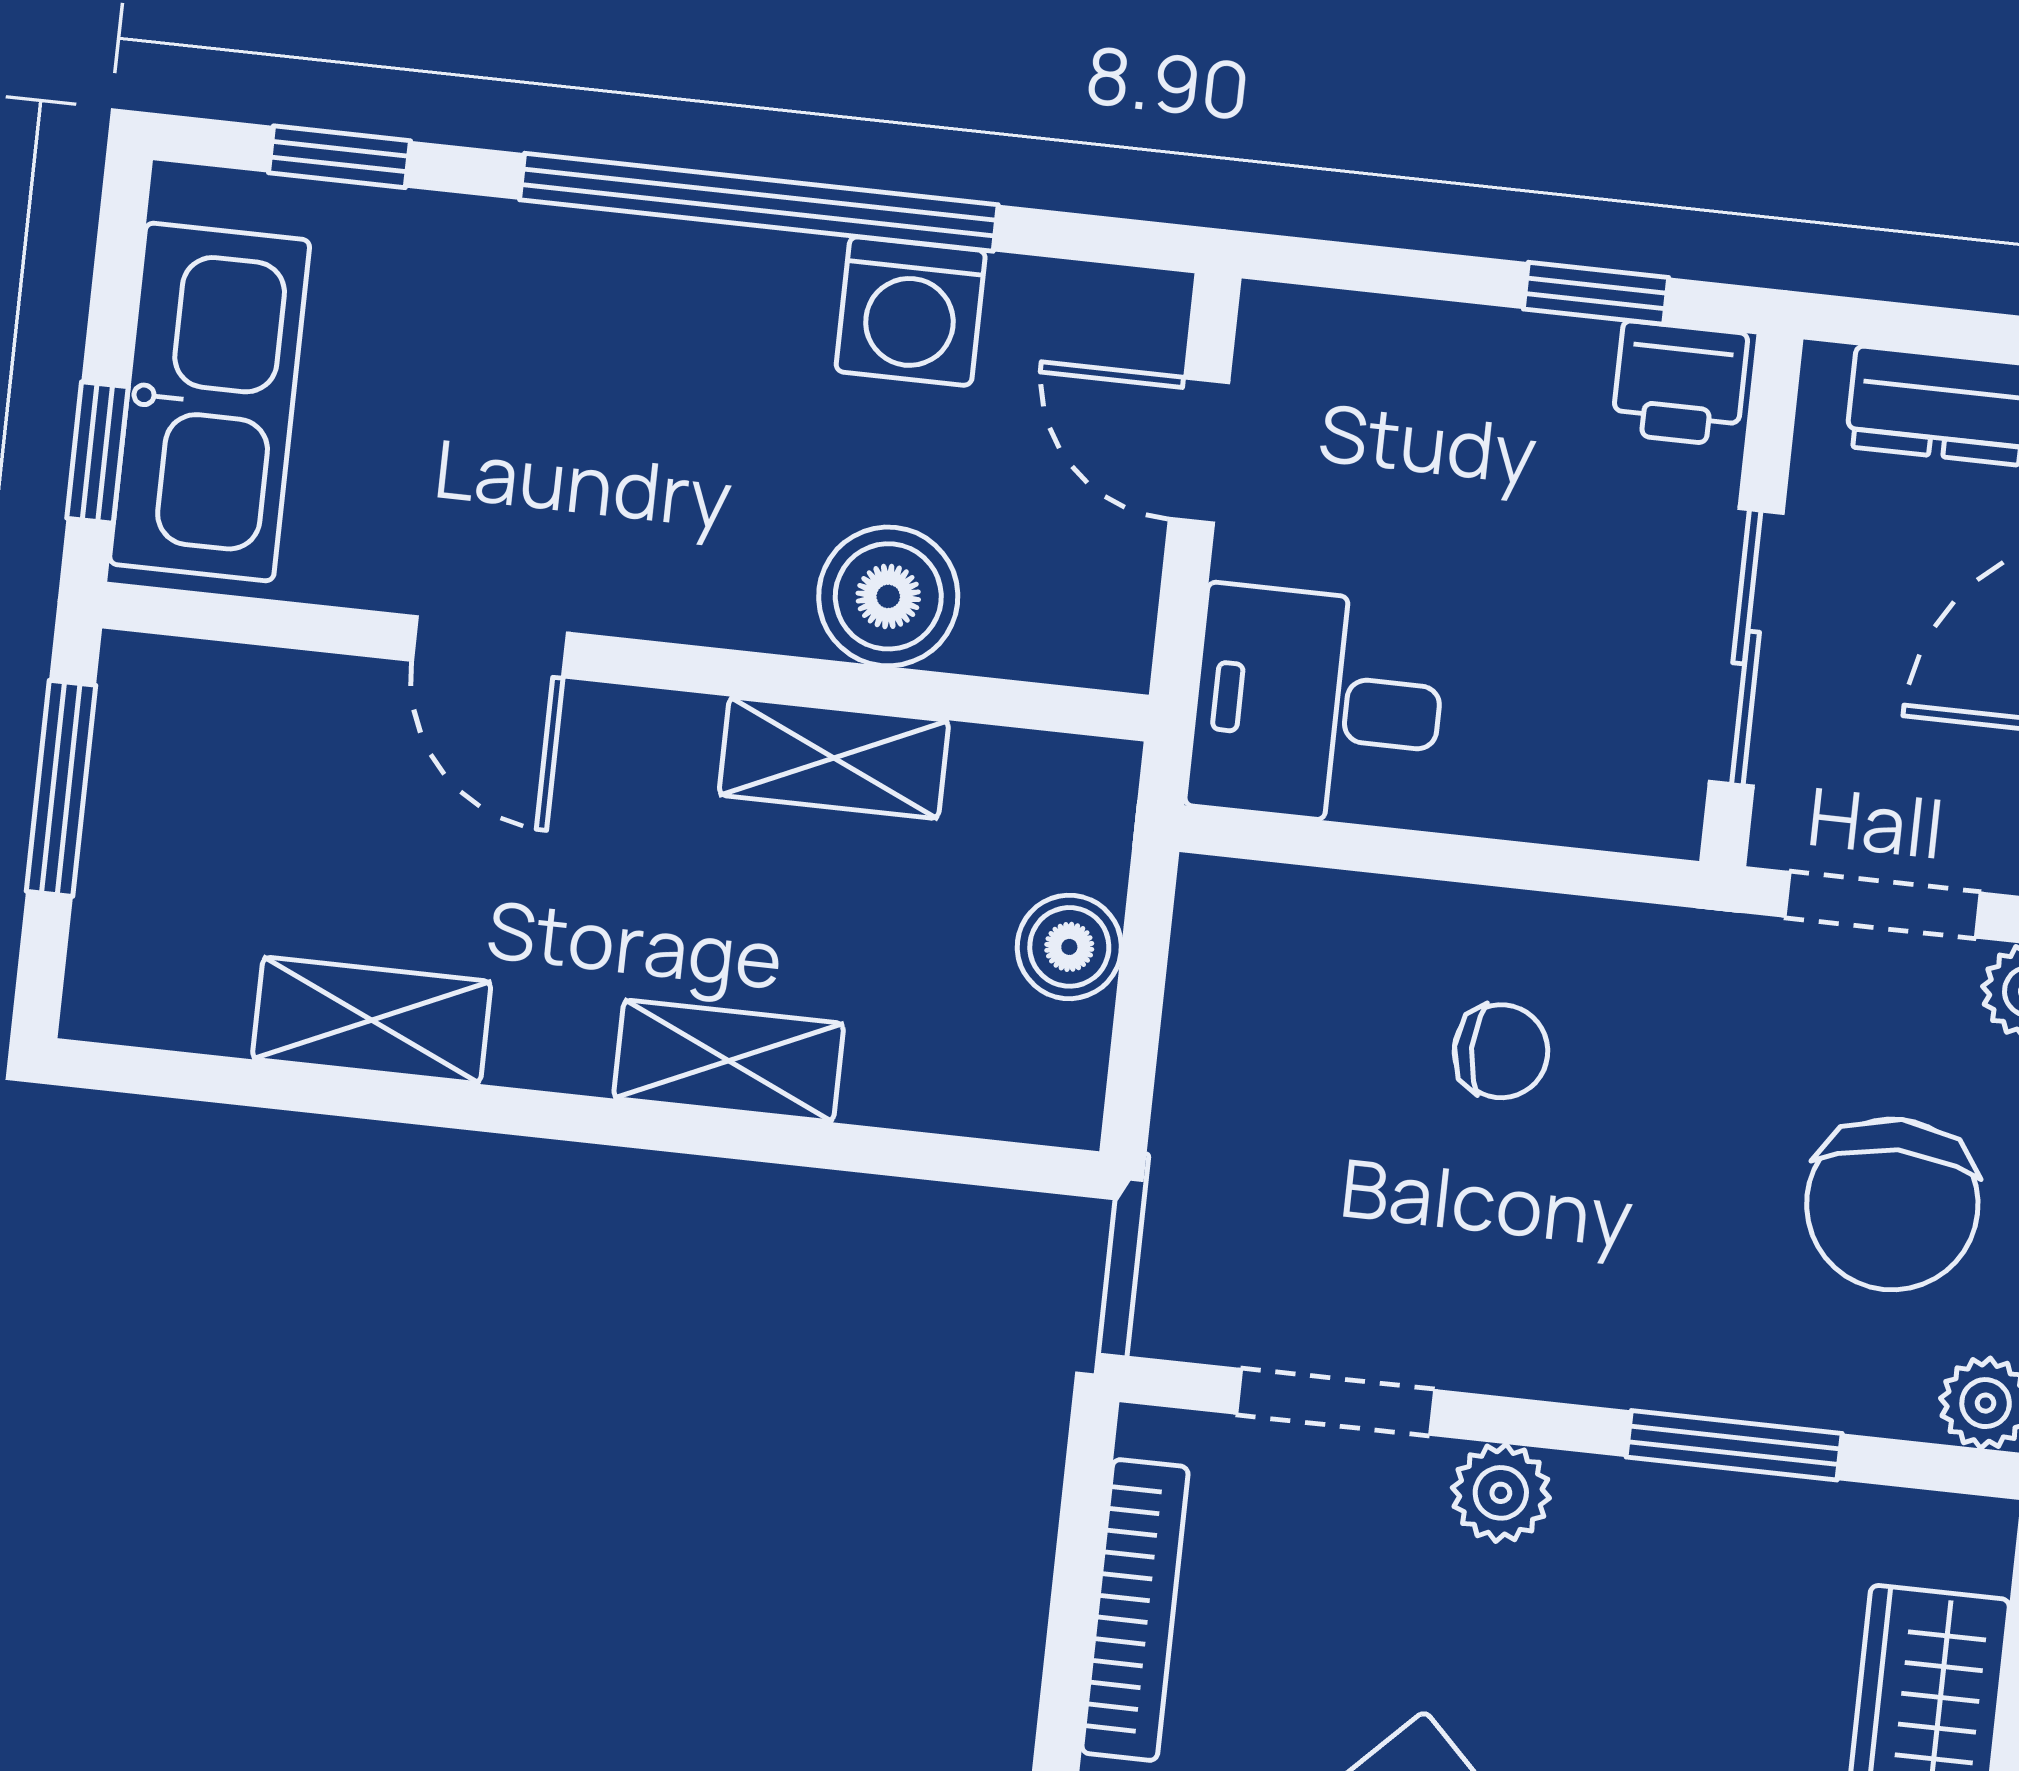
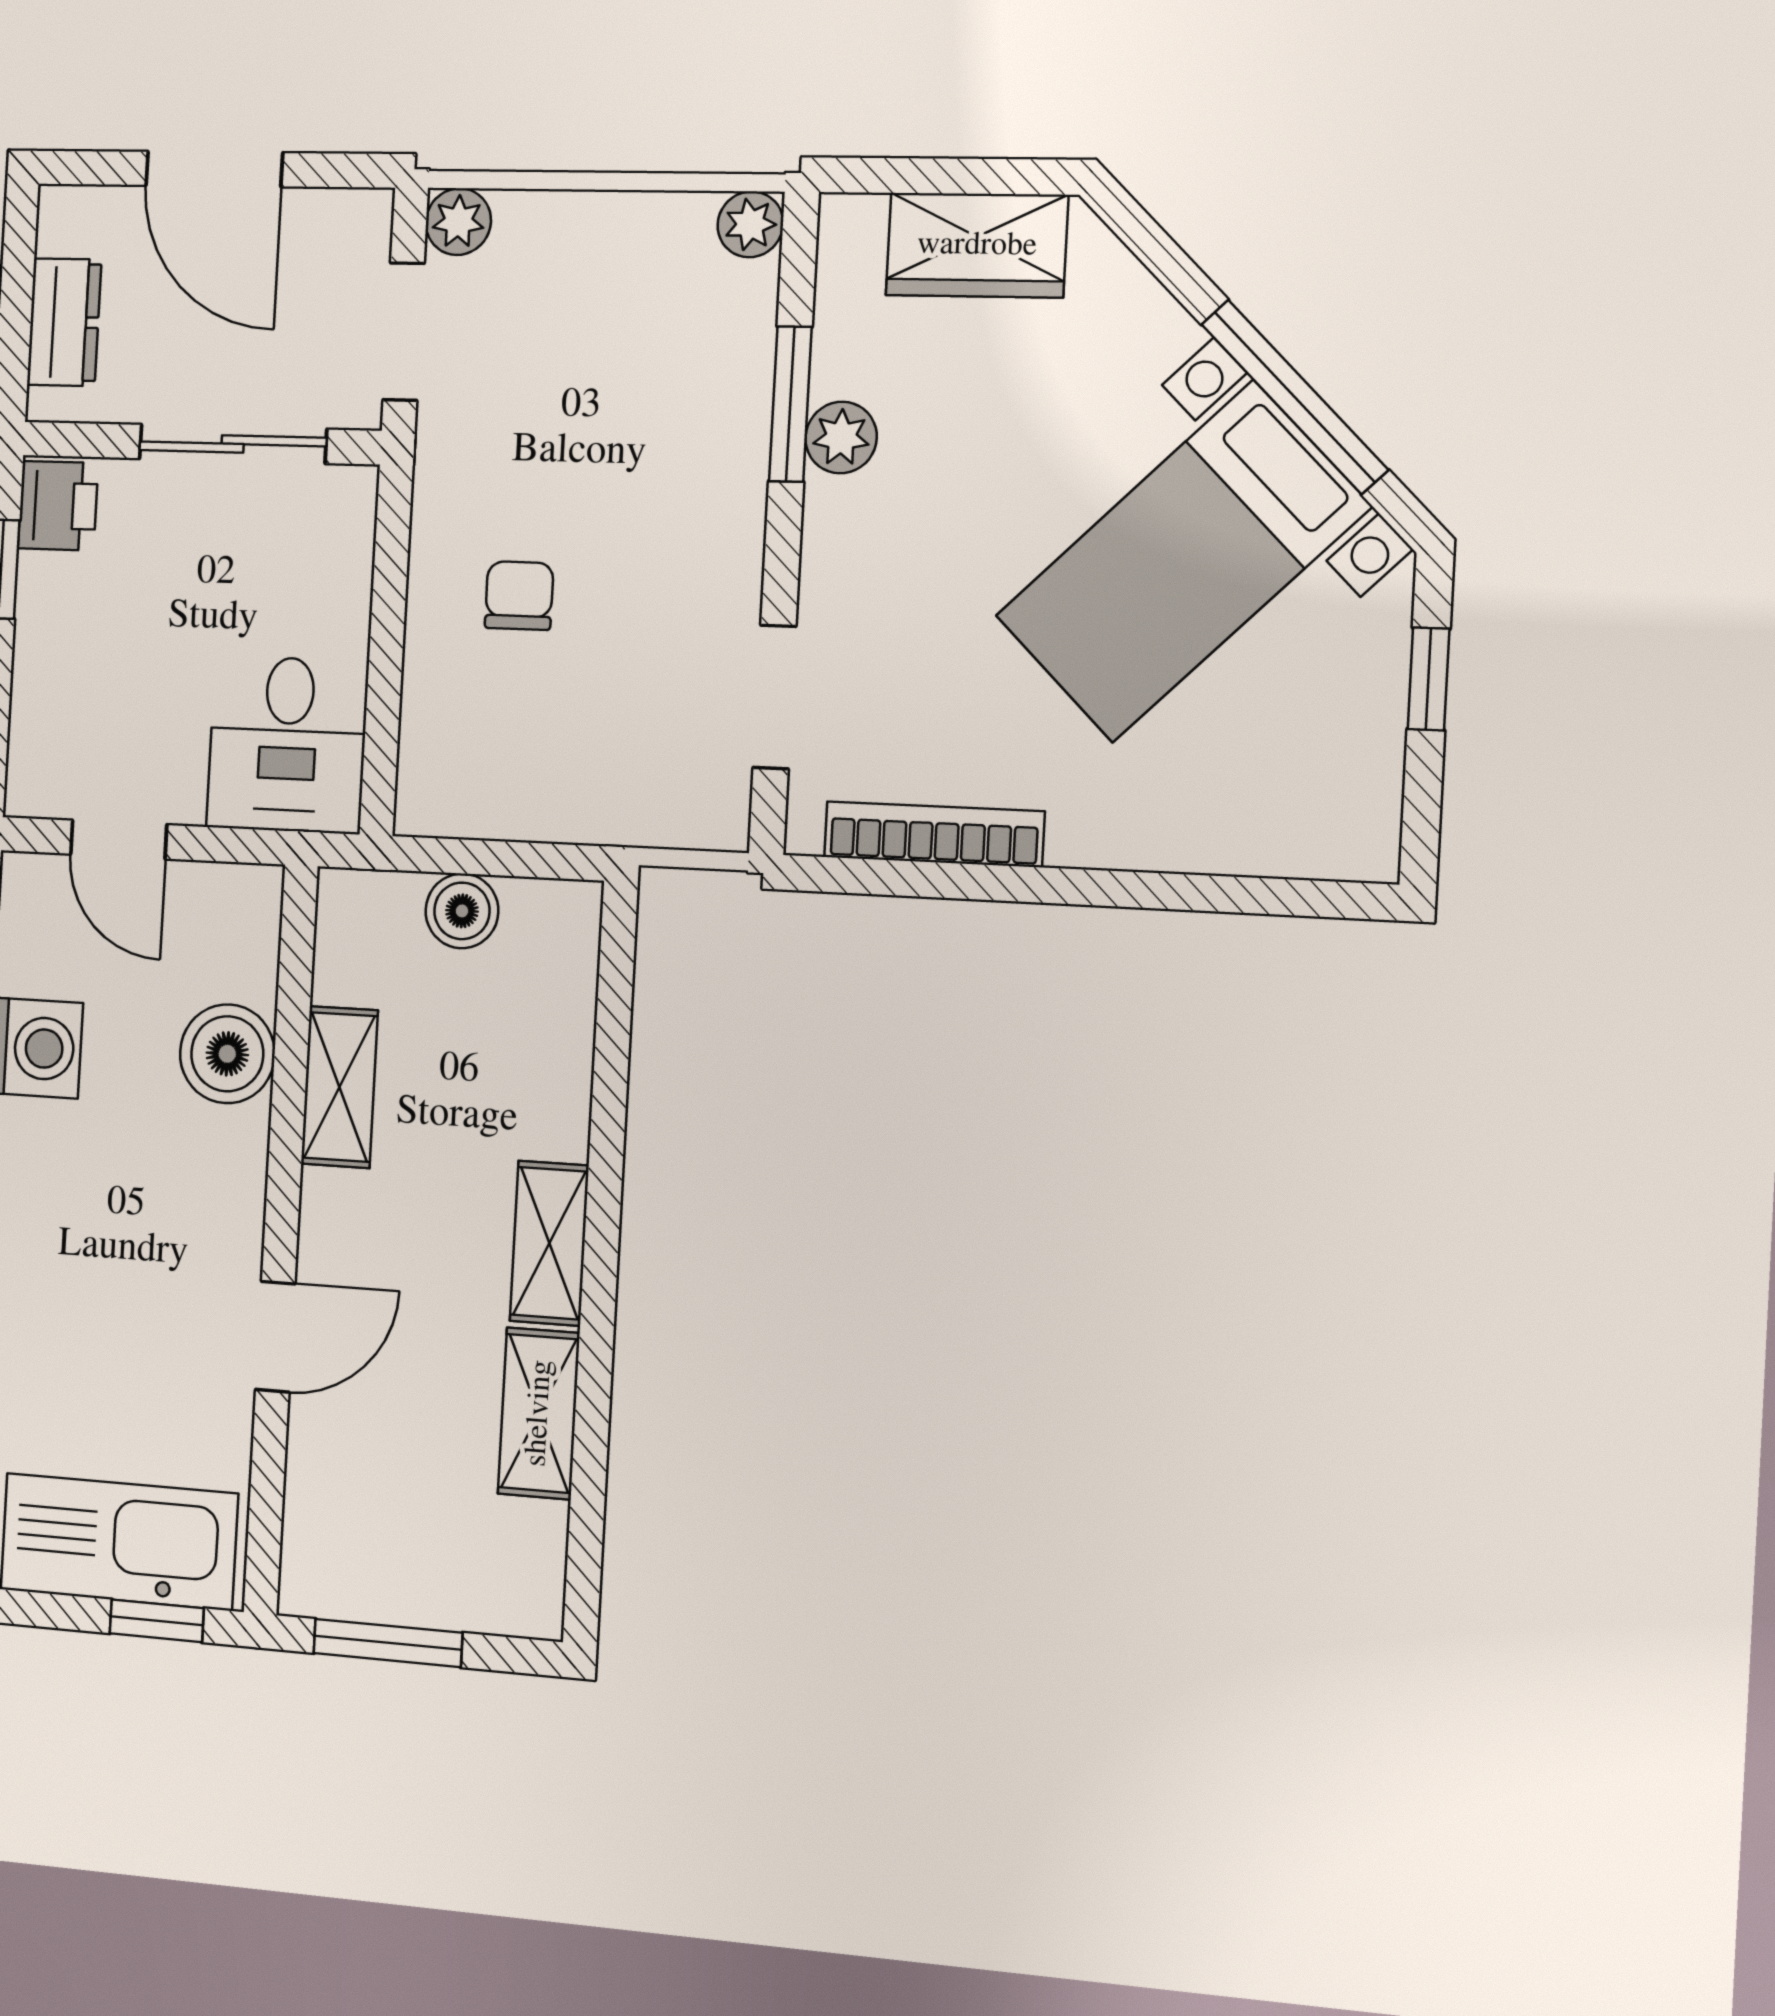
door: (1199, 451) -> (119, 840), hinge flipped
shelving: (729, 1061) -> (549, 1243), moved
chair: (1892, 1204) -> (612, 305), removed
plant: (1501, 1493) -> (841, 438), moved

